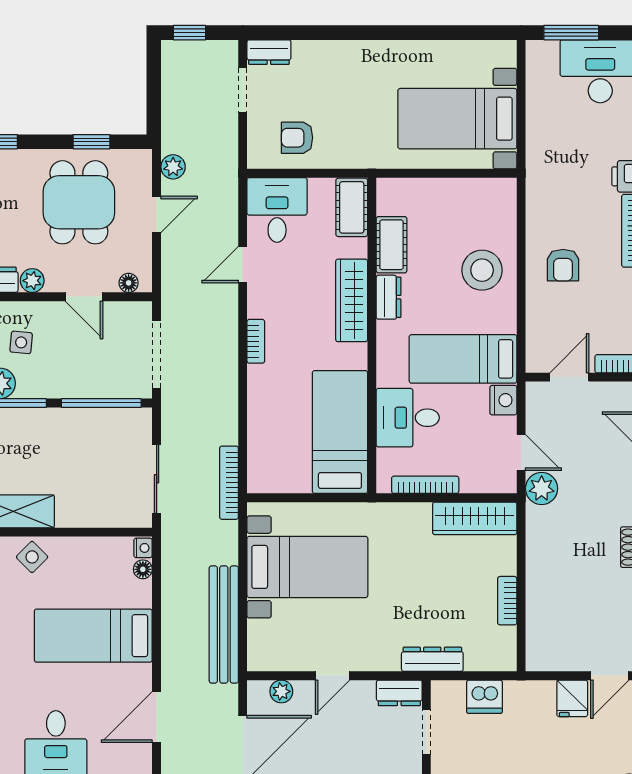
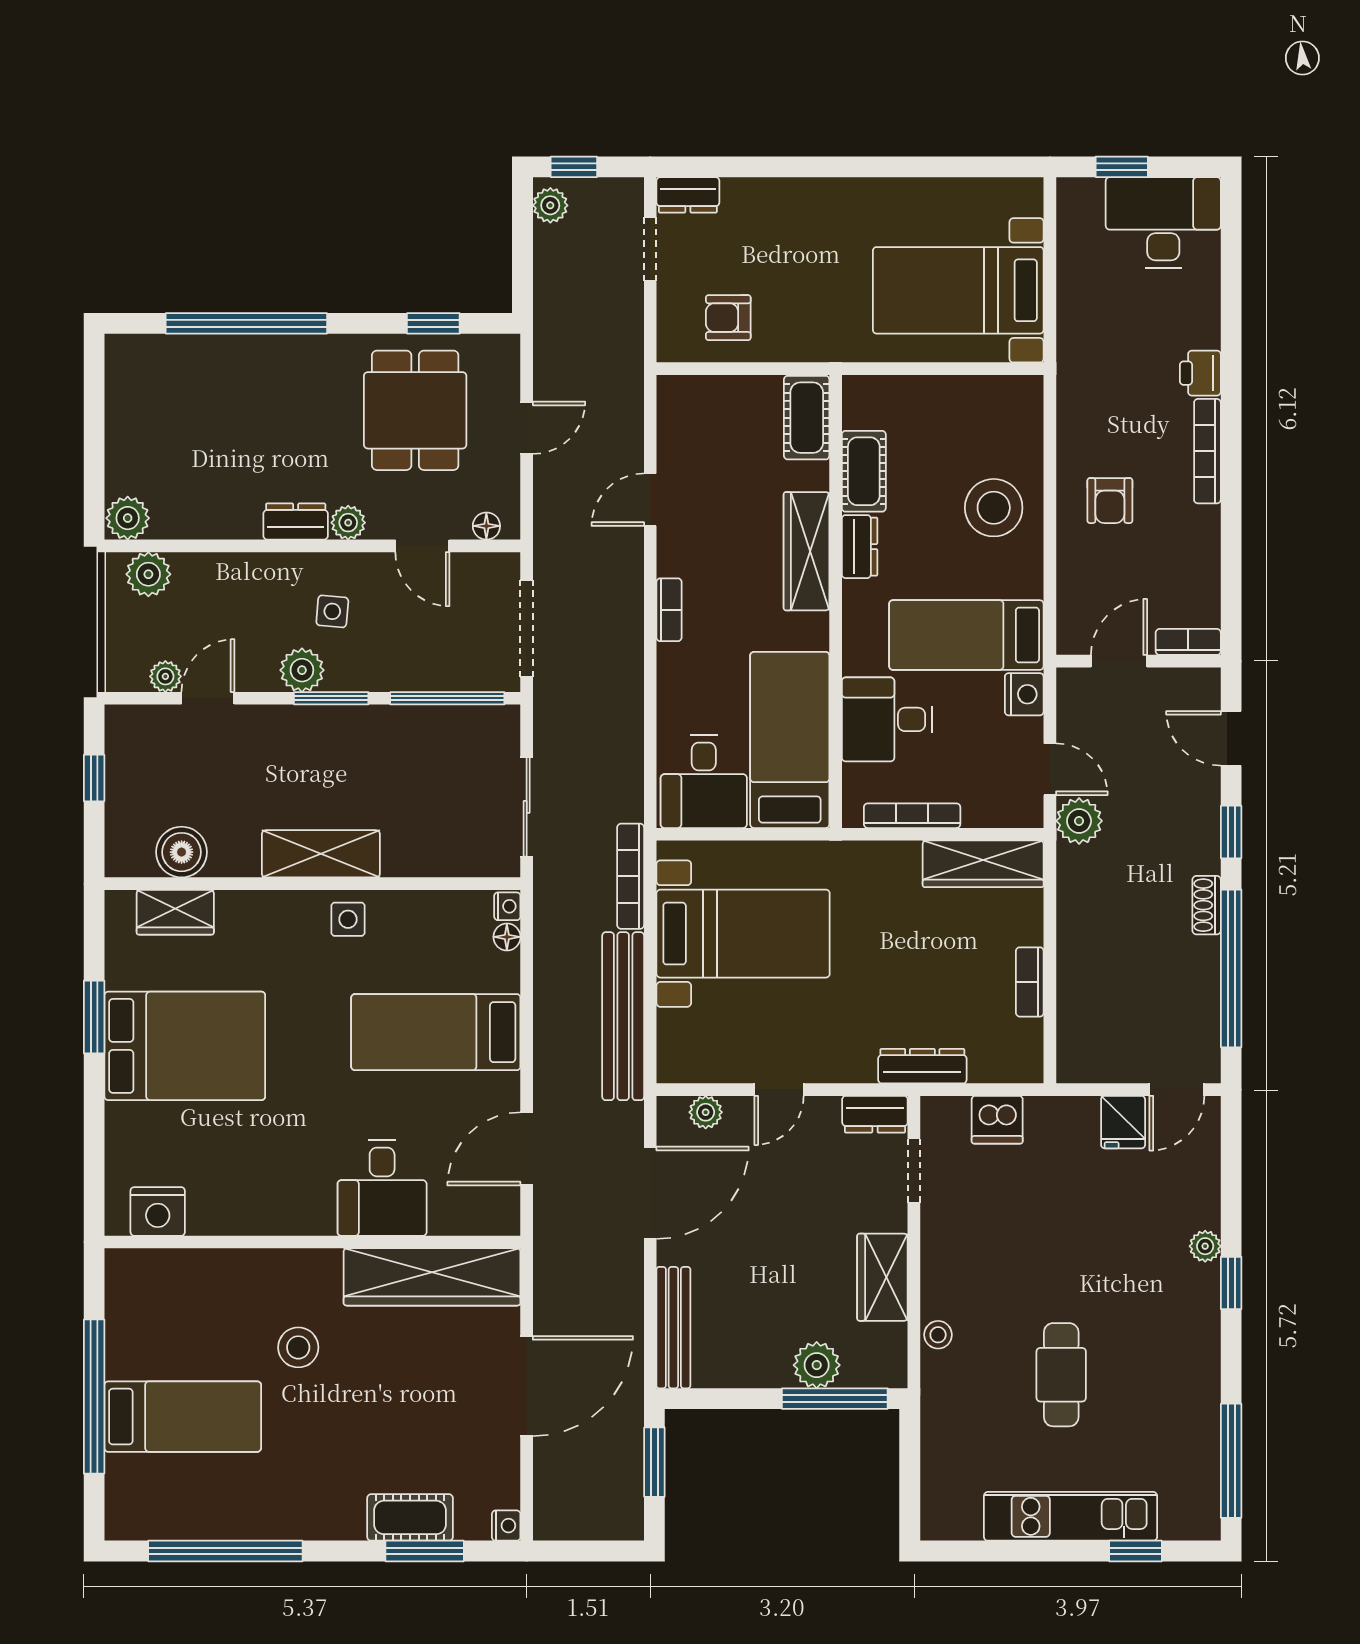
window: (571, 33) -> (1122, 167), width x0.67
plant: (173, 167) -> (550, 205), moved
desk: (277, 210) -> (704, 782), moved, turned 180
bookcase: (229, 483) -> (631, 876), moved
side table: (32, 557) -> (348, 919), turned 45

